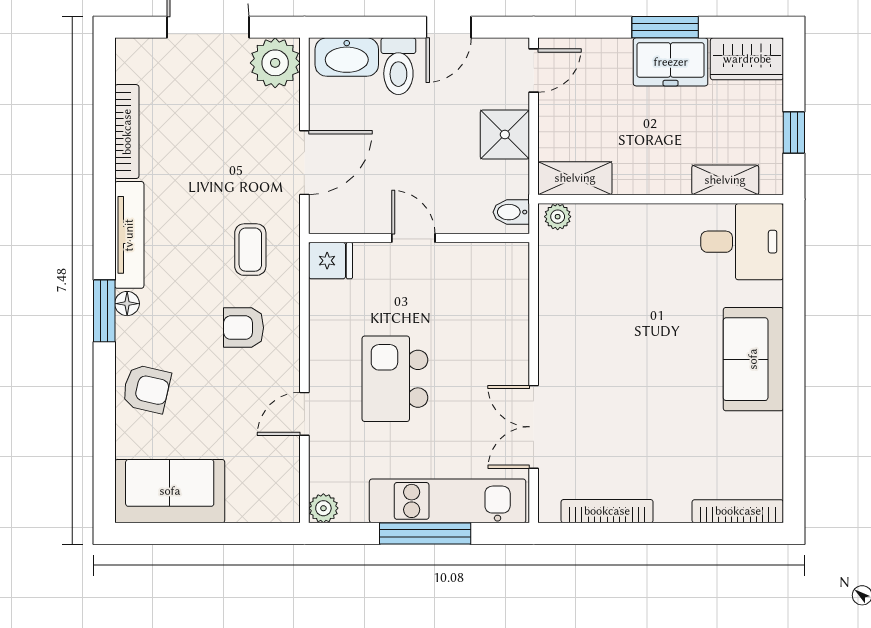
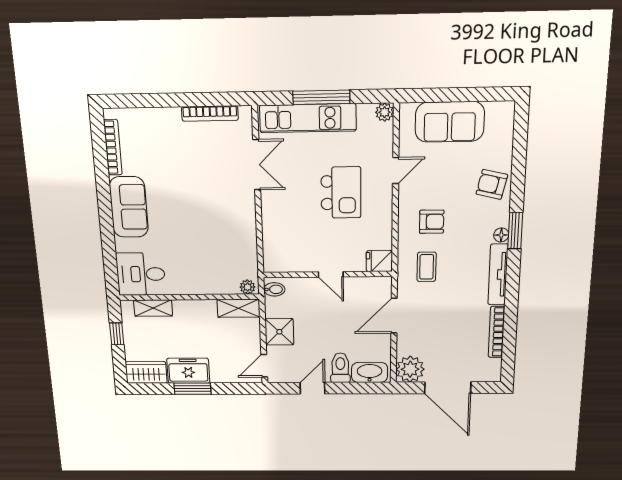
sofa: (170, 491) -> (450, 122), moved
bookcase: (738, 511) -> (113, 147), moved, turned -90

